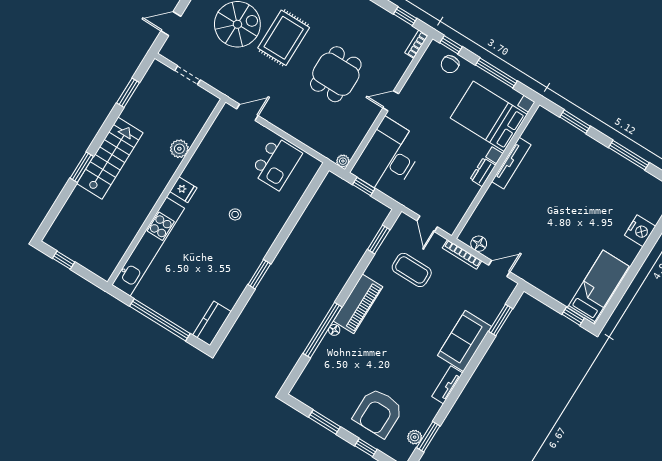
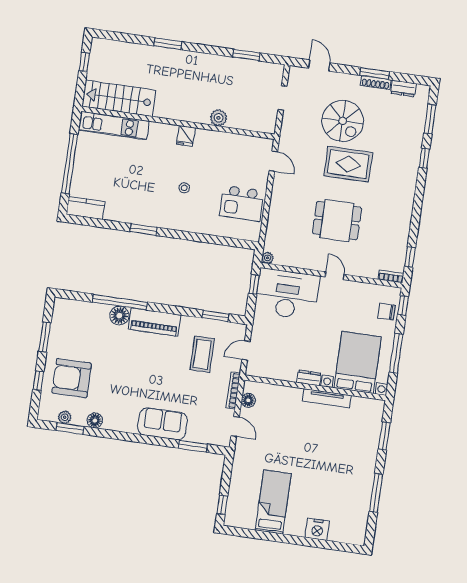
stairs: (110, 158) -> (119, 98), moved, turned 180
kitchen unit: (148, 247) -> (114, 126), width x0.73
bed: (598, 287) -> (273, 502), moved, turned -90
floor lamp: (334, 330) -> (119, 316), width x1.89, depth x1.89
tv unit: (447, 385) -> (120, 425), removed
floor lamp: (431, 408) -> (95, 420), added

